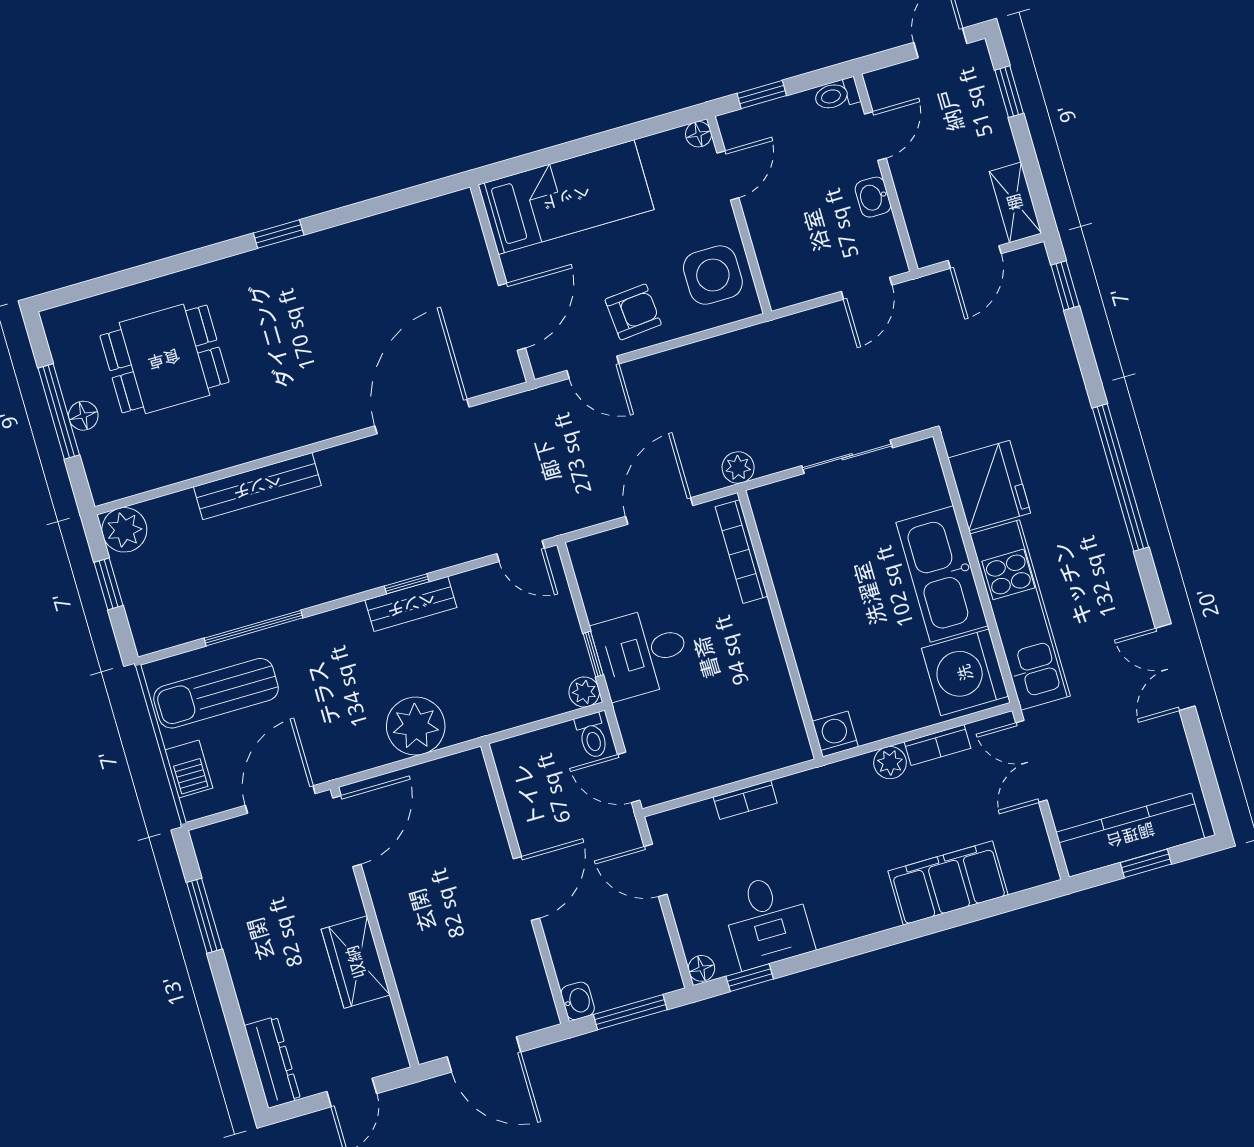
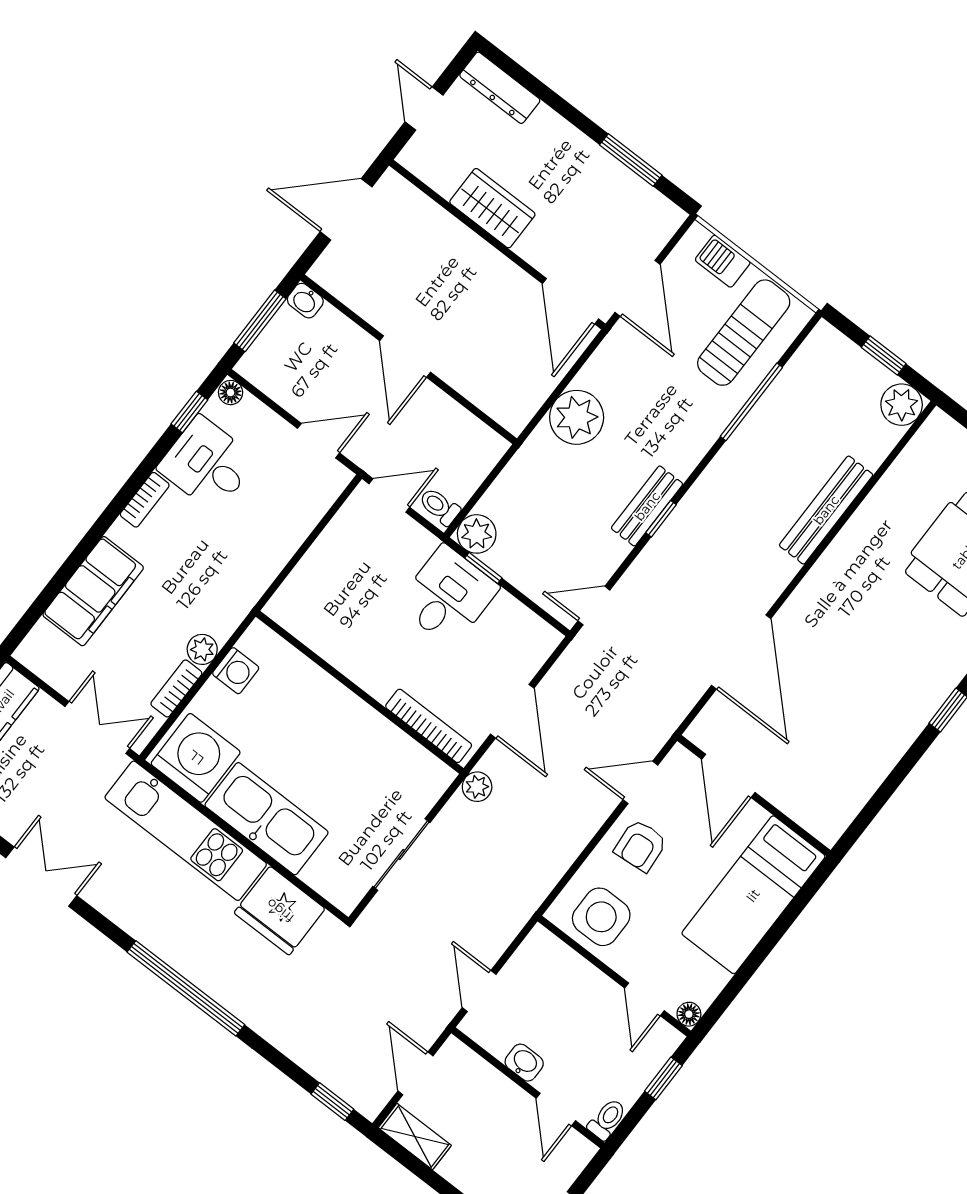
plant: (584, 692) -> (477, 534), width x1.38, depth x1.38
washing machine: (835, 734) -> (236, 671), moved
bookcase: (745, 800) -> (145, 500), moved, turned 180

